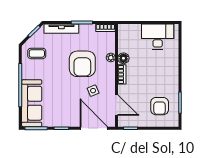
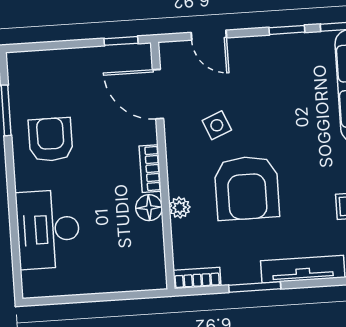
desk: (158, 37) -> (48, 229), moved, turned 90
armchair: (82, 64) -> (247, 188), turned 180
armchair: (160, 106) -> (51, 140), moved
door: (94, 128) -> (209, 35), width x0.53

